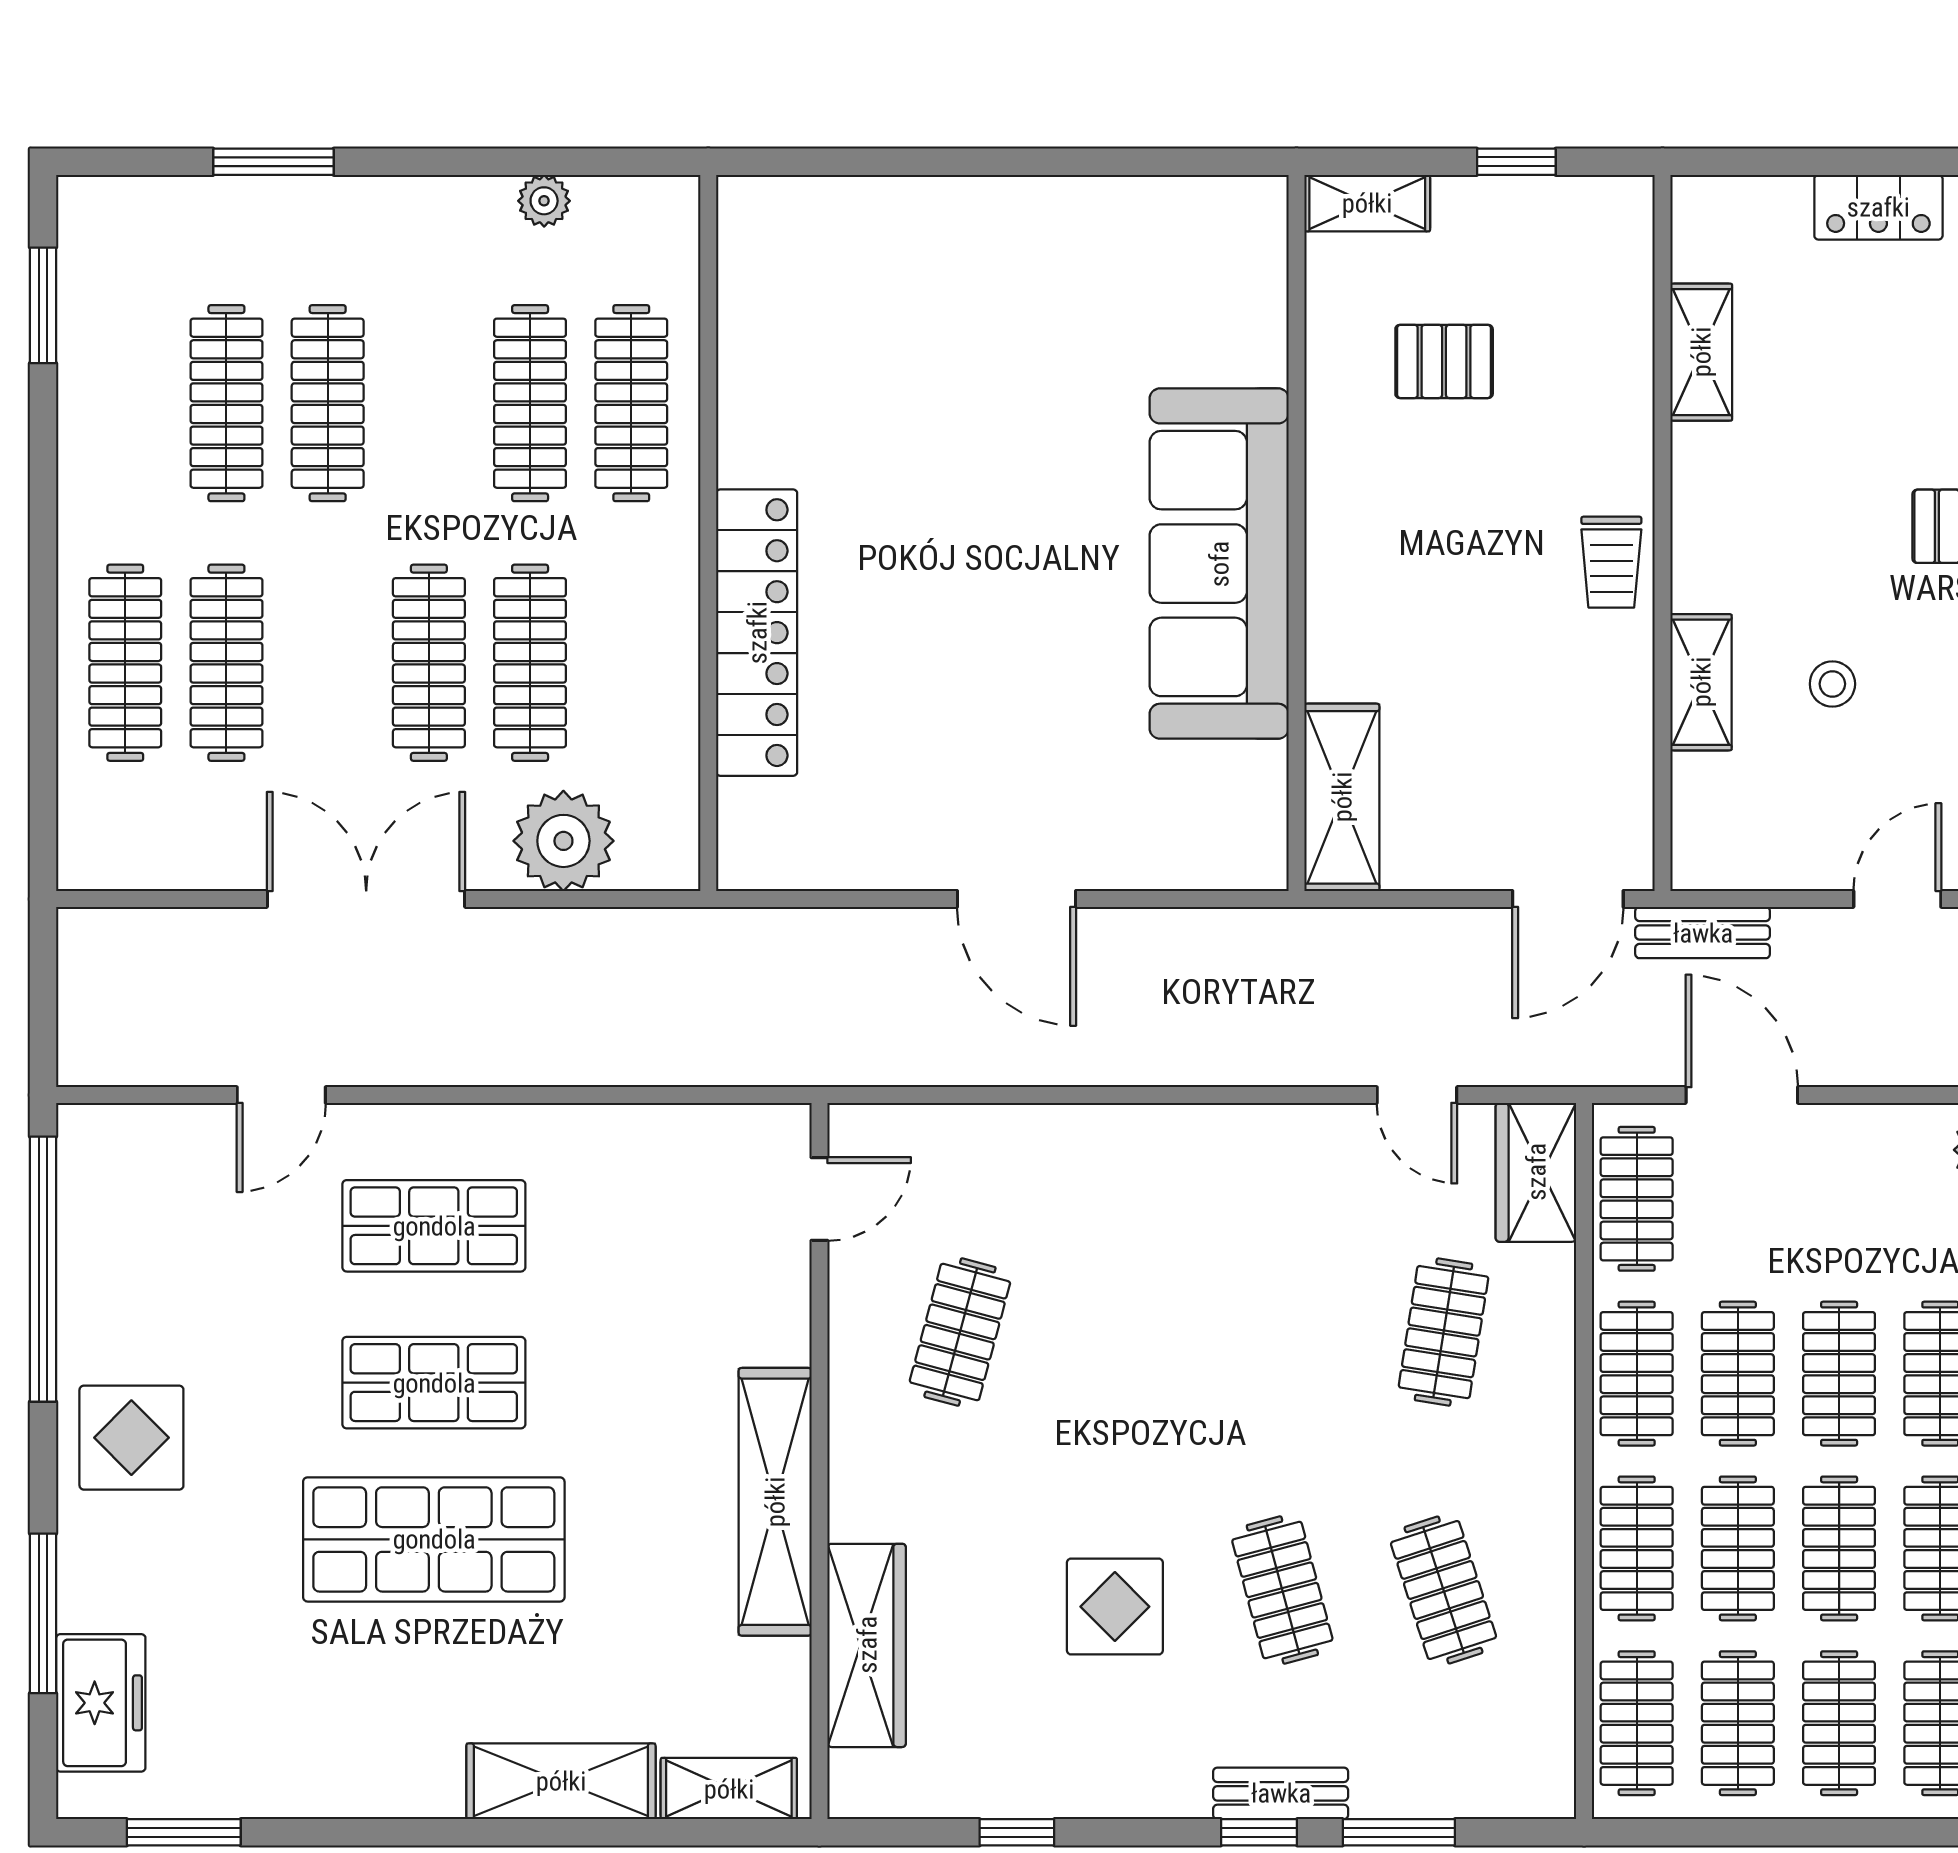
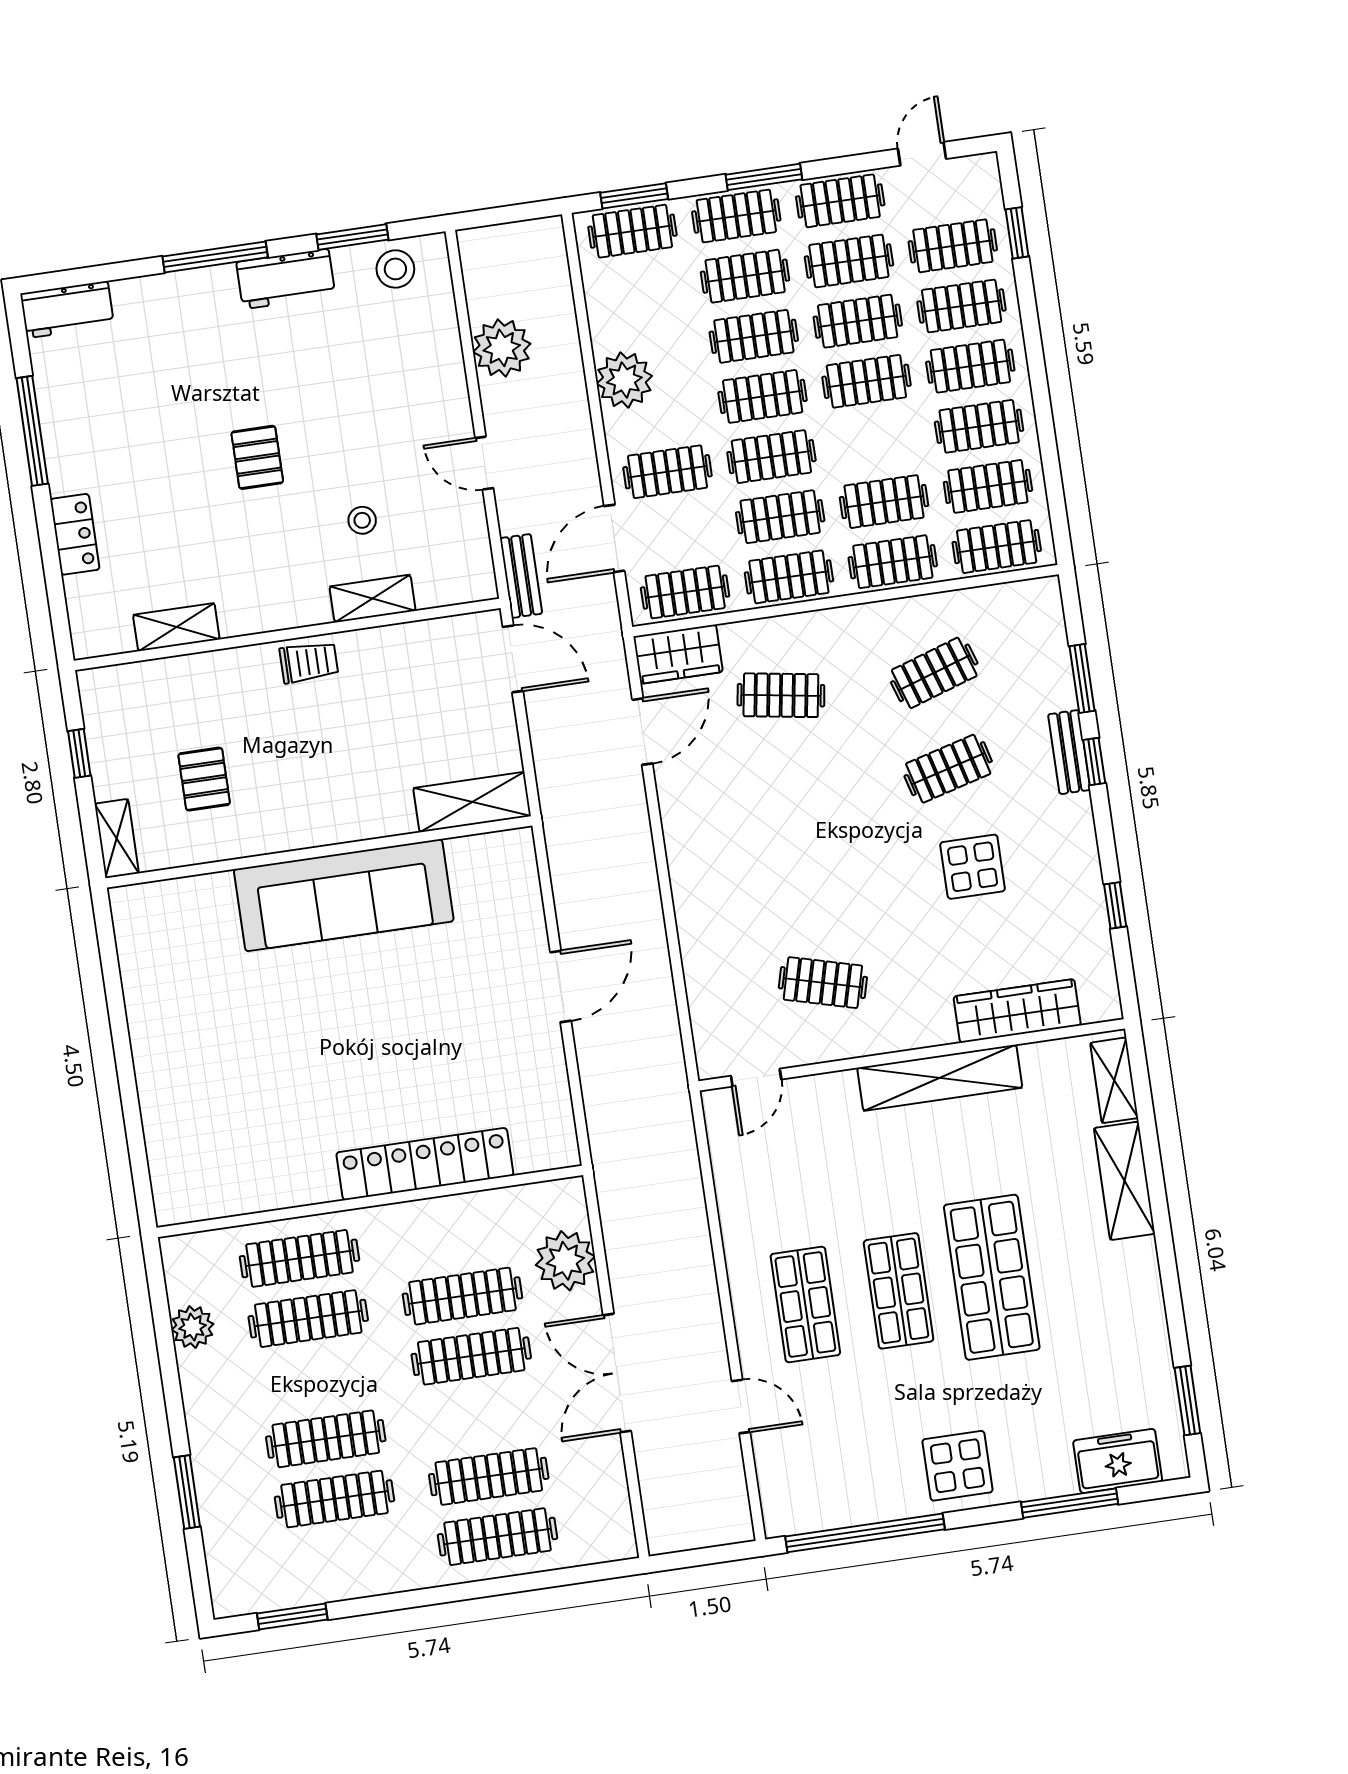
plant: (544, 201) -> (192, 1327), width x1.38, depth x1.38
door: (1417, 1095) -> (642, 732), width x1.38
door: (819, 1199) -> (756, 1078), swing flipped
clothes rail: (1839, 1548) -> (668, 472), moved

